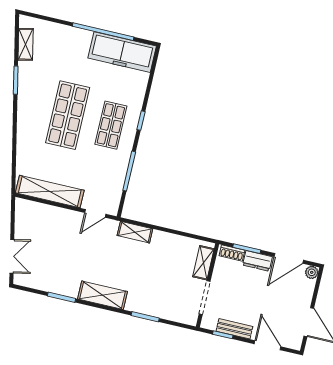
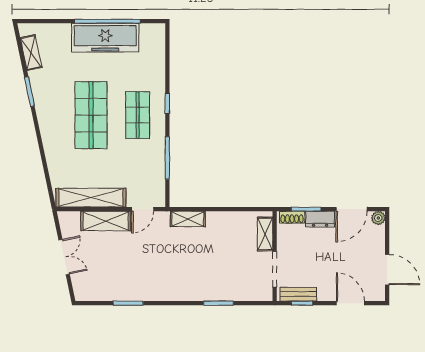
freezer: (122, 52) -> (105, 38), moved
double door: (12, 256) -> (64, 257), moved
shelving: (103, 295) -> (106, 221), moved
bench: (234, 329) -> (298, 294), moved

